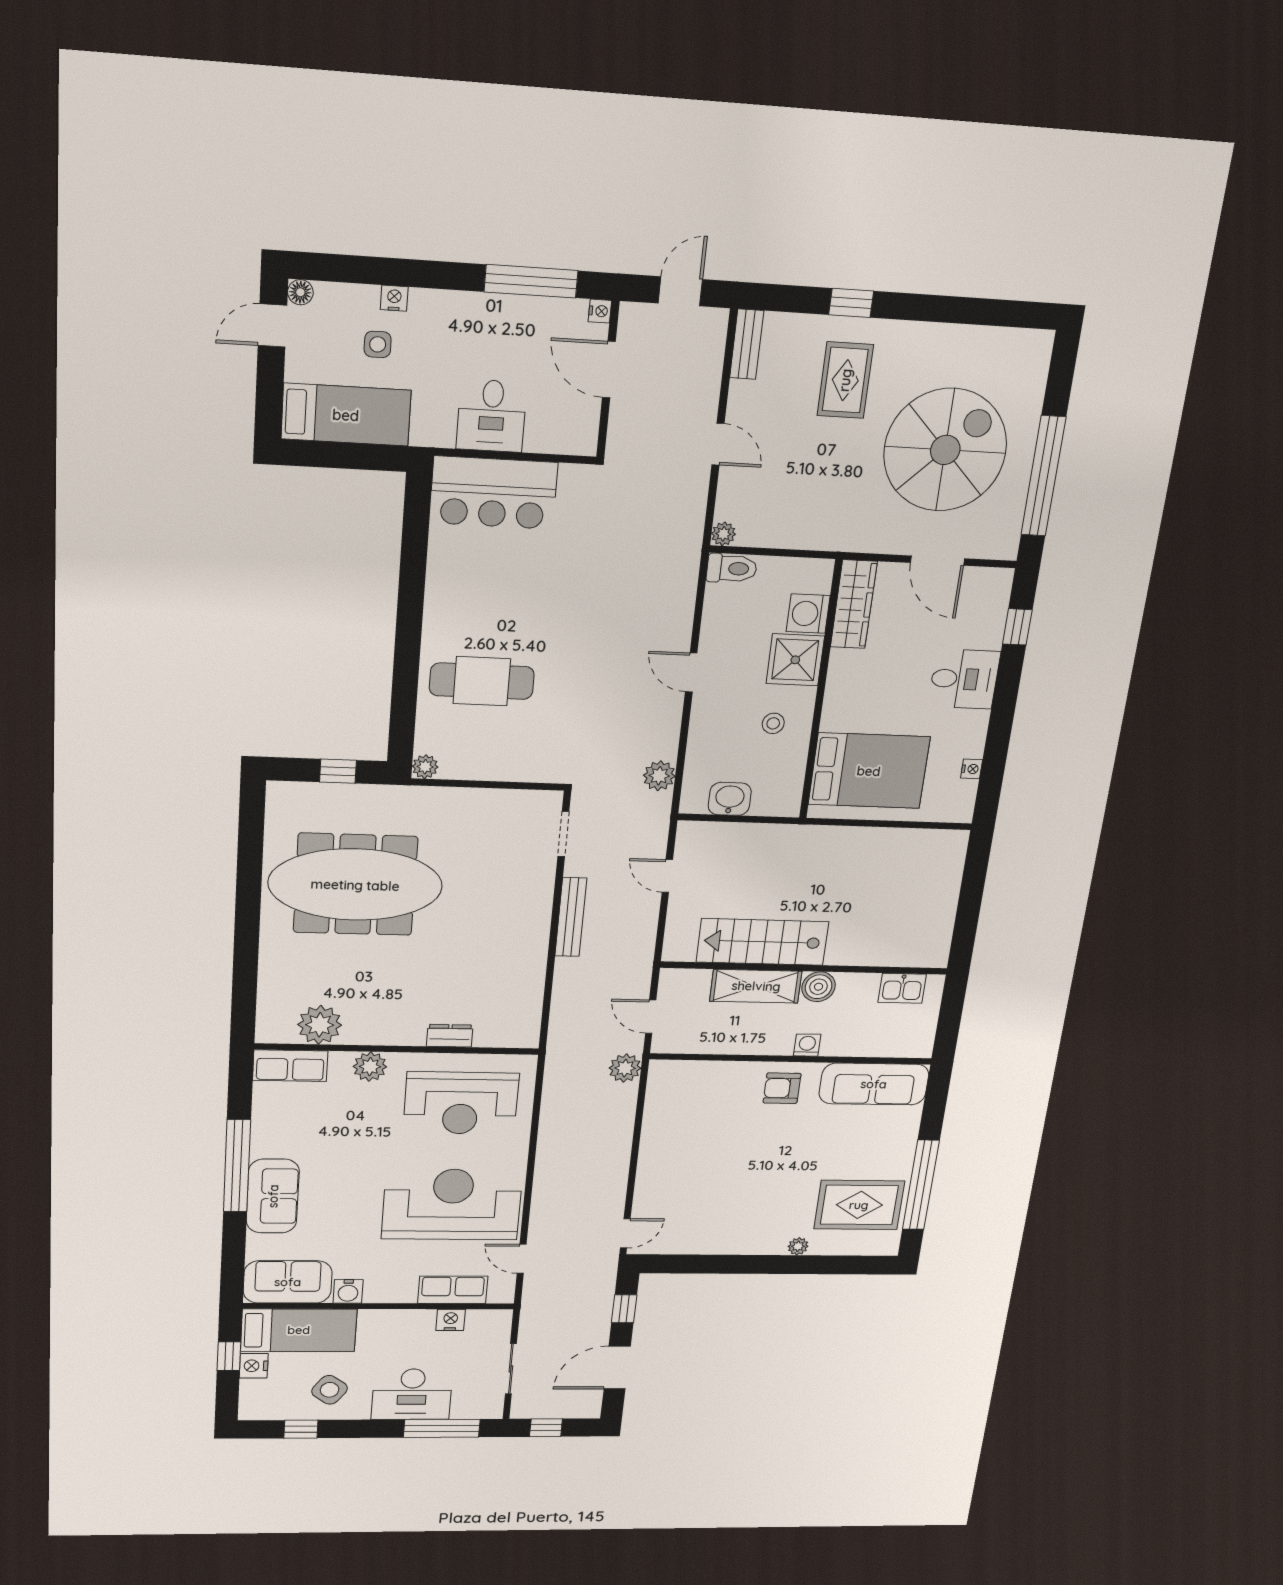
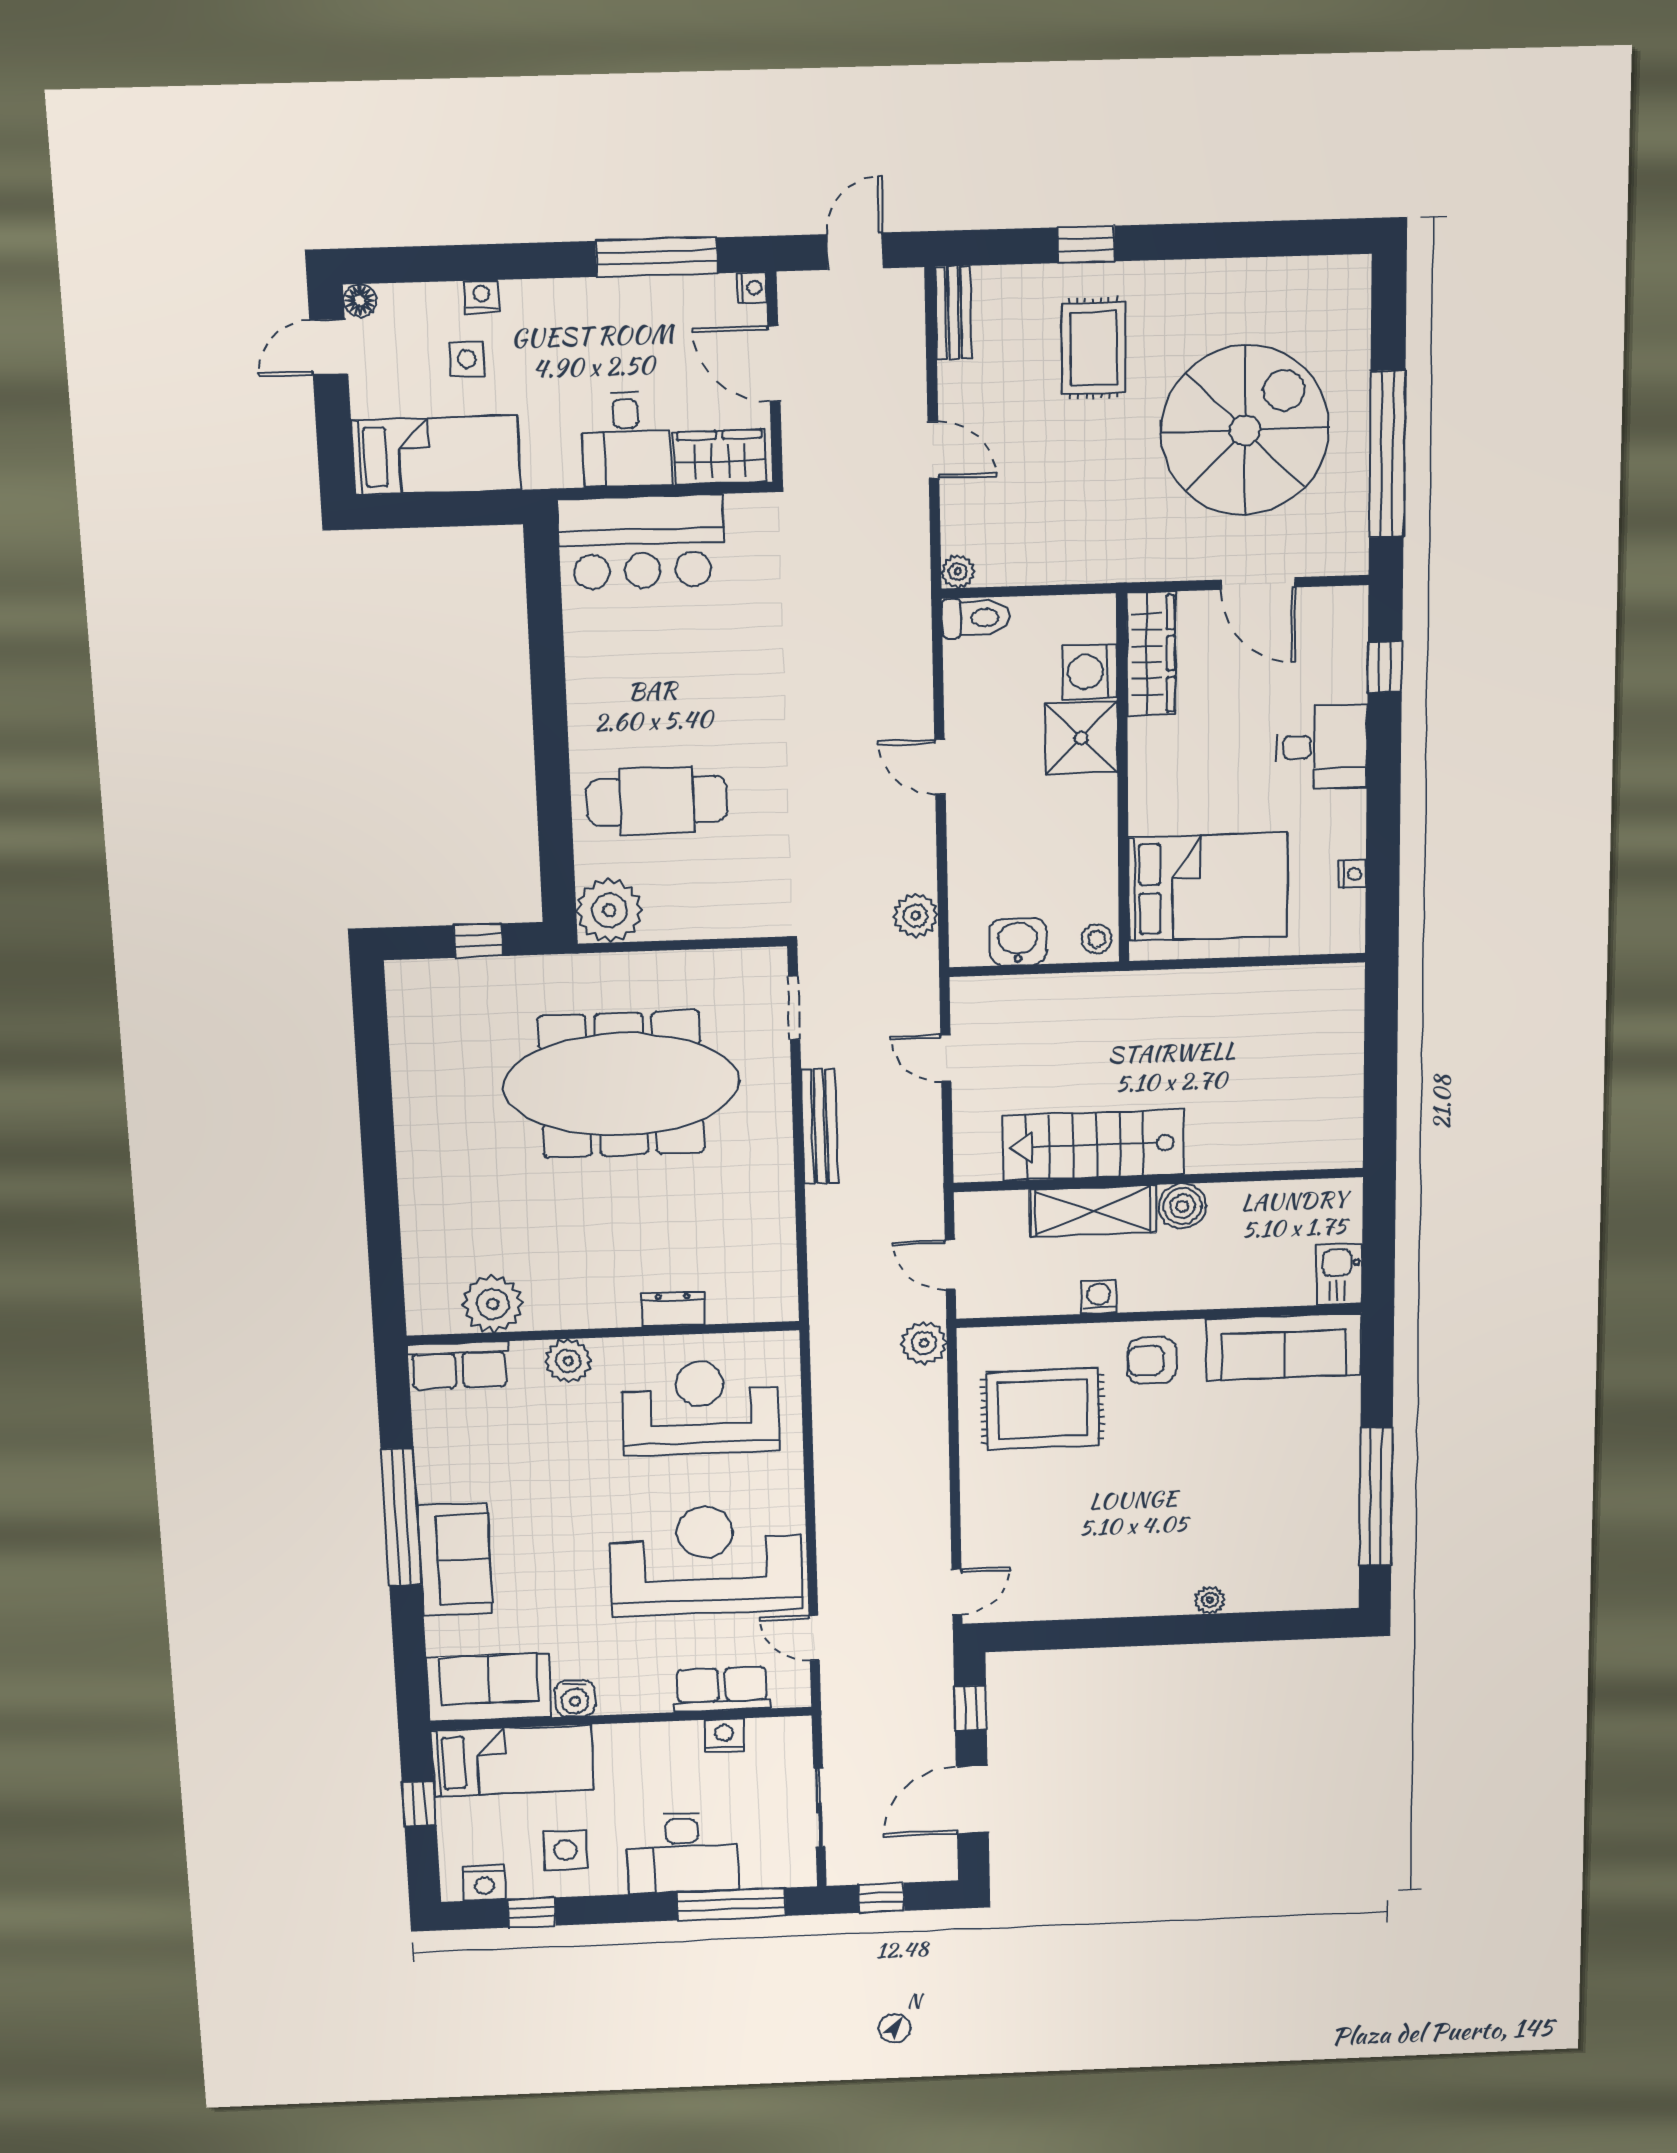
wardrobe: (560, 435) -> (720, 457), added
stool: (773, 723) -> (1097, 939), moved
plant: (425, 767) -> (609, 910), width x1.88, depth x1.88
meeting table: (355, 885) -> (621, 1084), moved
kitchen sink: (902, 988) -> (1339, 1275), moved, turned 90
washing machine: (807, 1045) -> (1099, 1297), moved
reception desk: (461, 1103) -> (700, 1408), turned 180
rug: (859, 1205) -> (1042, 1409), moved
nightstand: (254, 1366) -> (484, 1883), moved, turned -90
side table: (330, 1390) -> (565, 1850), turned -36

